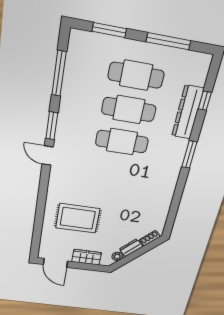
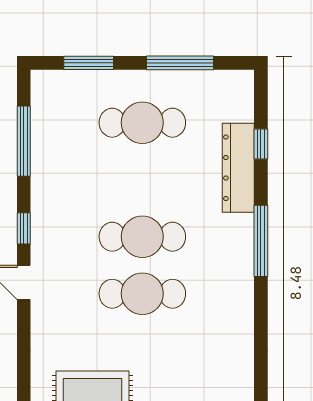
cafe table: (129, 110) -> (142, 294), moved
window: (52, 126) -> (24, 228), width x0.67
window: (189, 155) -> (261, 241), width x1.44

